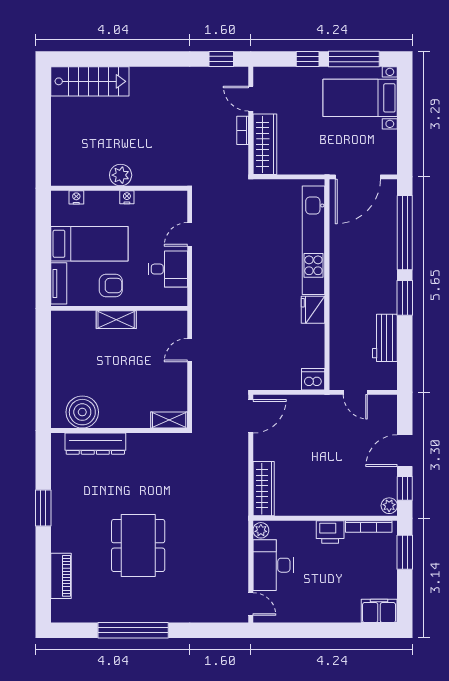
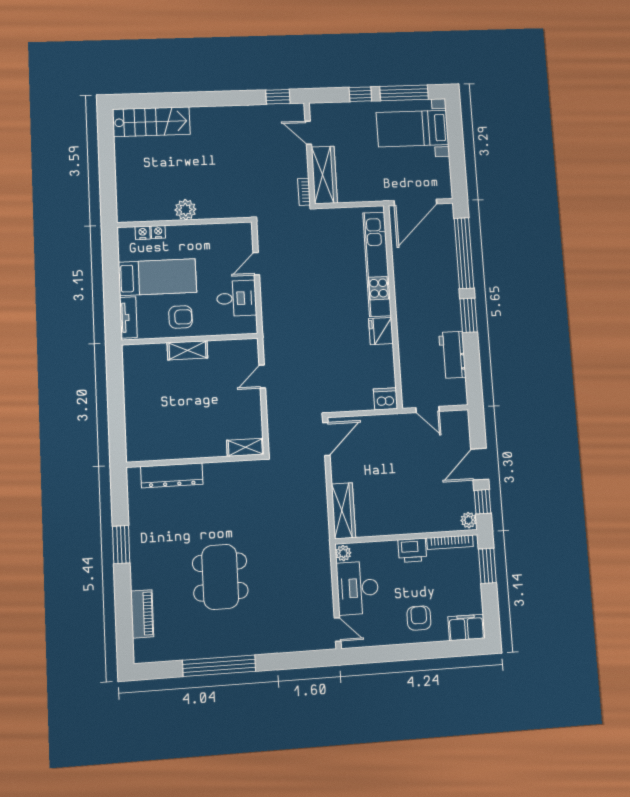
bookcase: (243, 130) -> (304, 192), moved
nightstand: (127, 197) -> (158, 232), moved
boiler: (82, 412) -> (157, 444), removed
armchair: (332, 598) -> (419, 618), added

